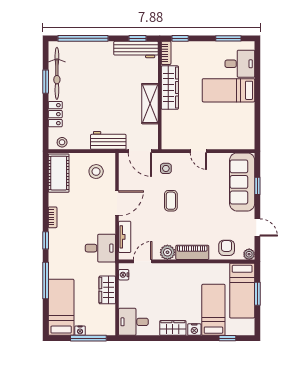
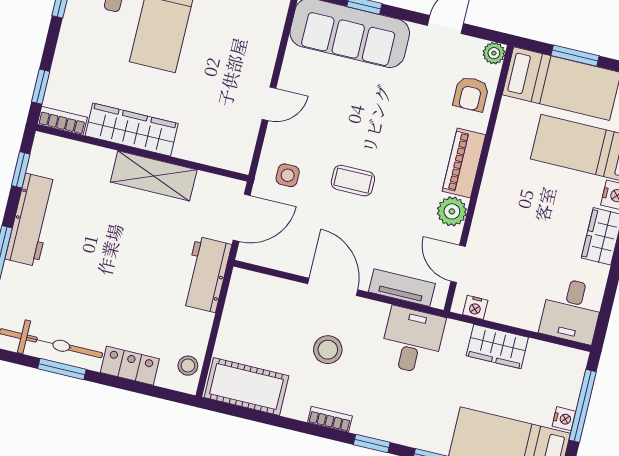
workbench: (136, 49) -> (31, 220), moved
stool: (96, 172) -> (328, 350), moved
armchair: (227, 248) -> (471, 94), turned -90

